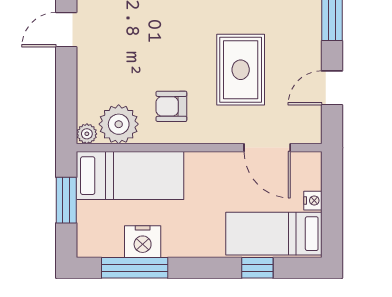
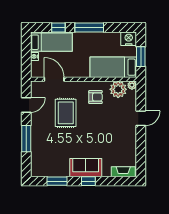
door: (66, 30) -> (141, 118), moved
nightstand: (143, 242) -> (129, 39), moved
window: (135, 268) -> (89, 27), moved

